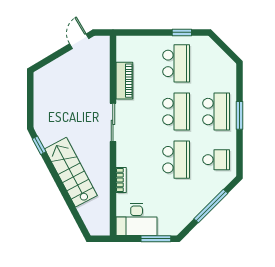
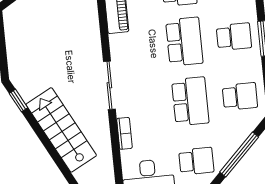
school desk: (216, 112) -> (234, 37), width x0.54
sliding door: (113, 122) -> (109, 85), moved
school desk: (176, 208) -> (196, 161), added

